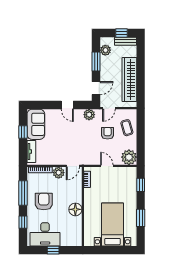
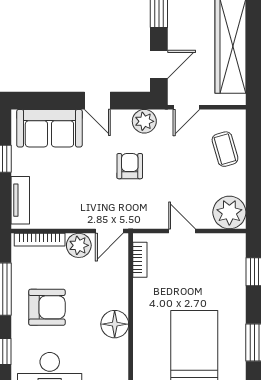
sofa: (36, 124) -> (49, 128), moved, turned 90
armchair: (108, 133) -> (130, 166), moved
armchair: (44, 202) -> (47, 307), turned 90

